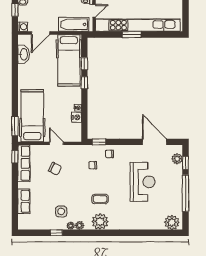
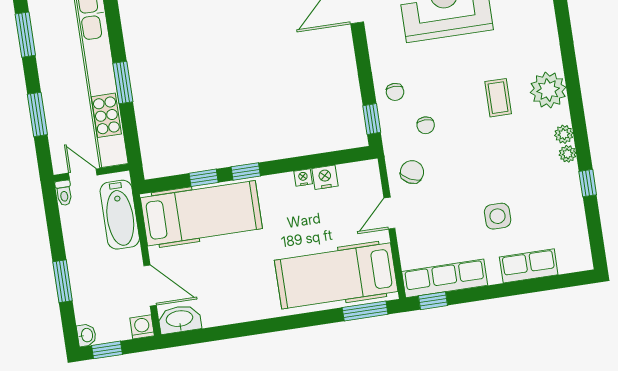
washbasin: (24, 54) -> (180, 319), moved
chair: (55, 169) -> (412, 172), moved
side table: (61, 211) -> (498, 216), moved

